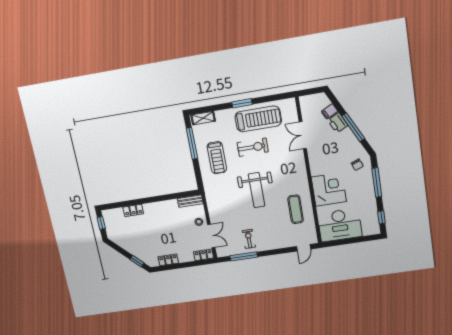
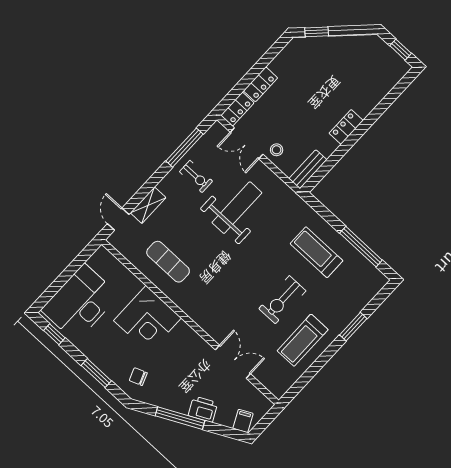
window: (242, 103) -> (353, 327), moved
filing cabinet: (330, 111) -> (243, 421), moved
shelving: (203, 118) -> (148, 205), moved
treadmill: (258, 119) -> (303, 340), width x0.73, depth x0.73
window: (377, 183) -> (96, 373), width x0.69
weight bench: (257, 190) -> (237, 208), moved, turned 90
locker: (133, 210) -> (346, 127), moved
desk: (340, 225) -> (80, 303), moved
locker: (168, 260) -> (261, 84), moved

